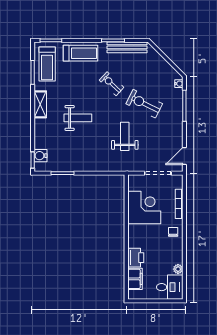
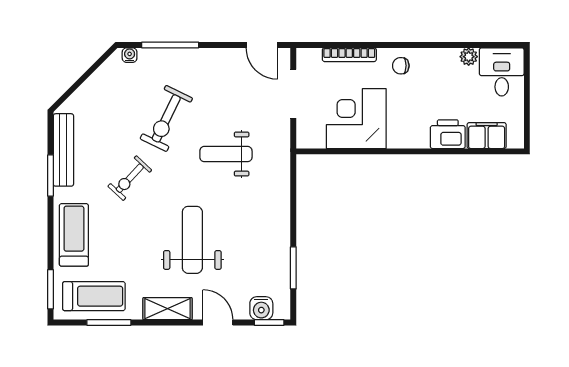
weight bench: (78, 118) -> (192, 240), width x1.36, depth x1.33
door: (33, 132) -> (218, 322), added

